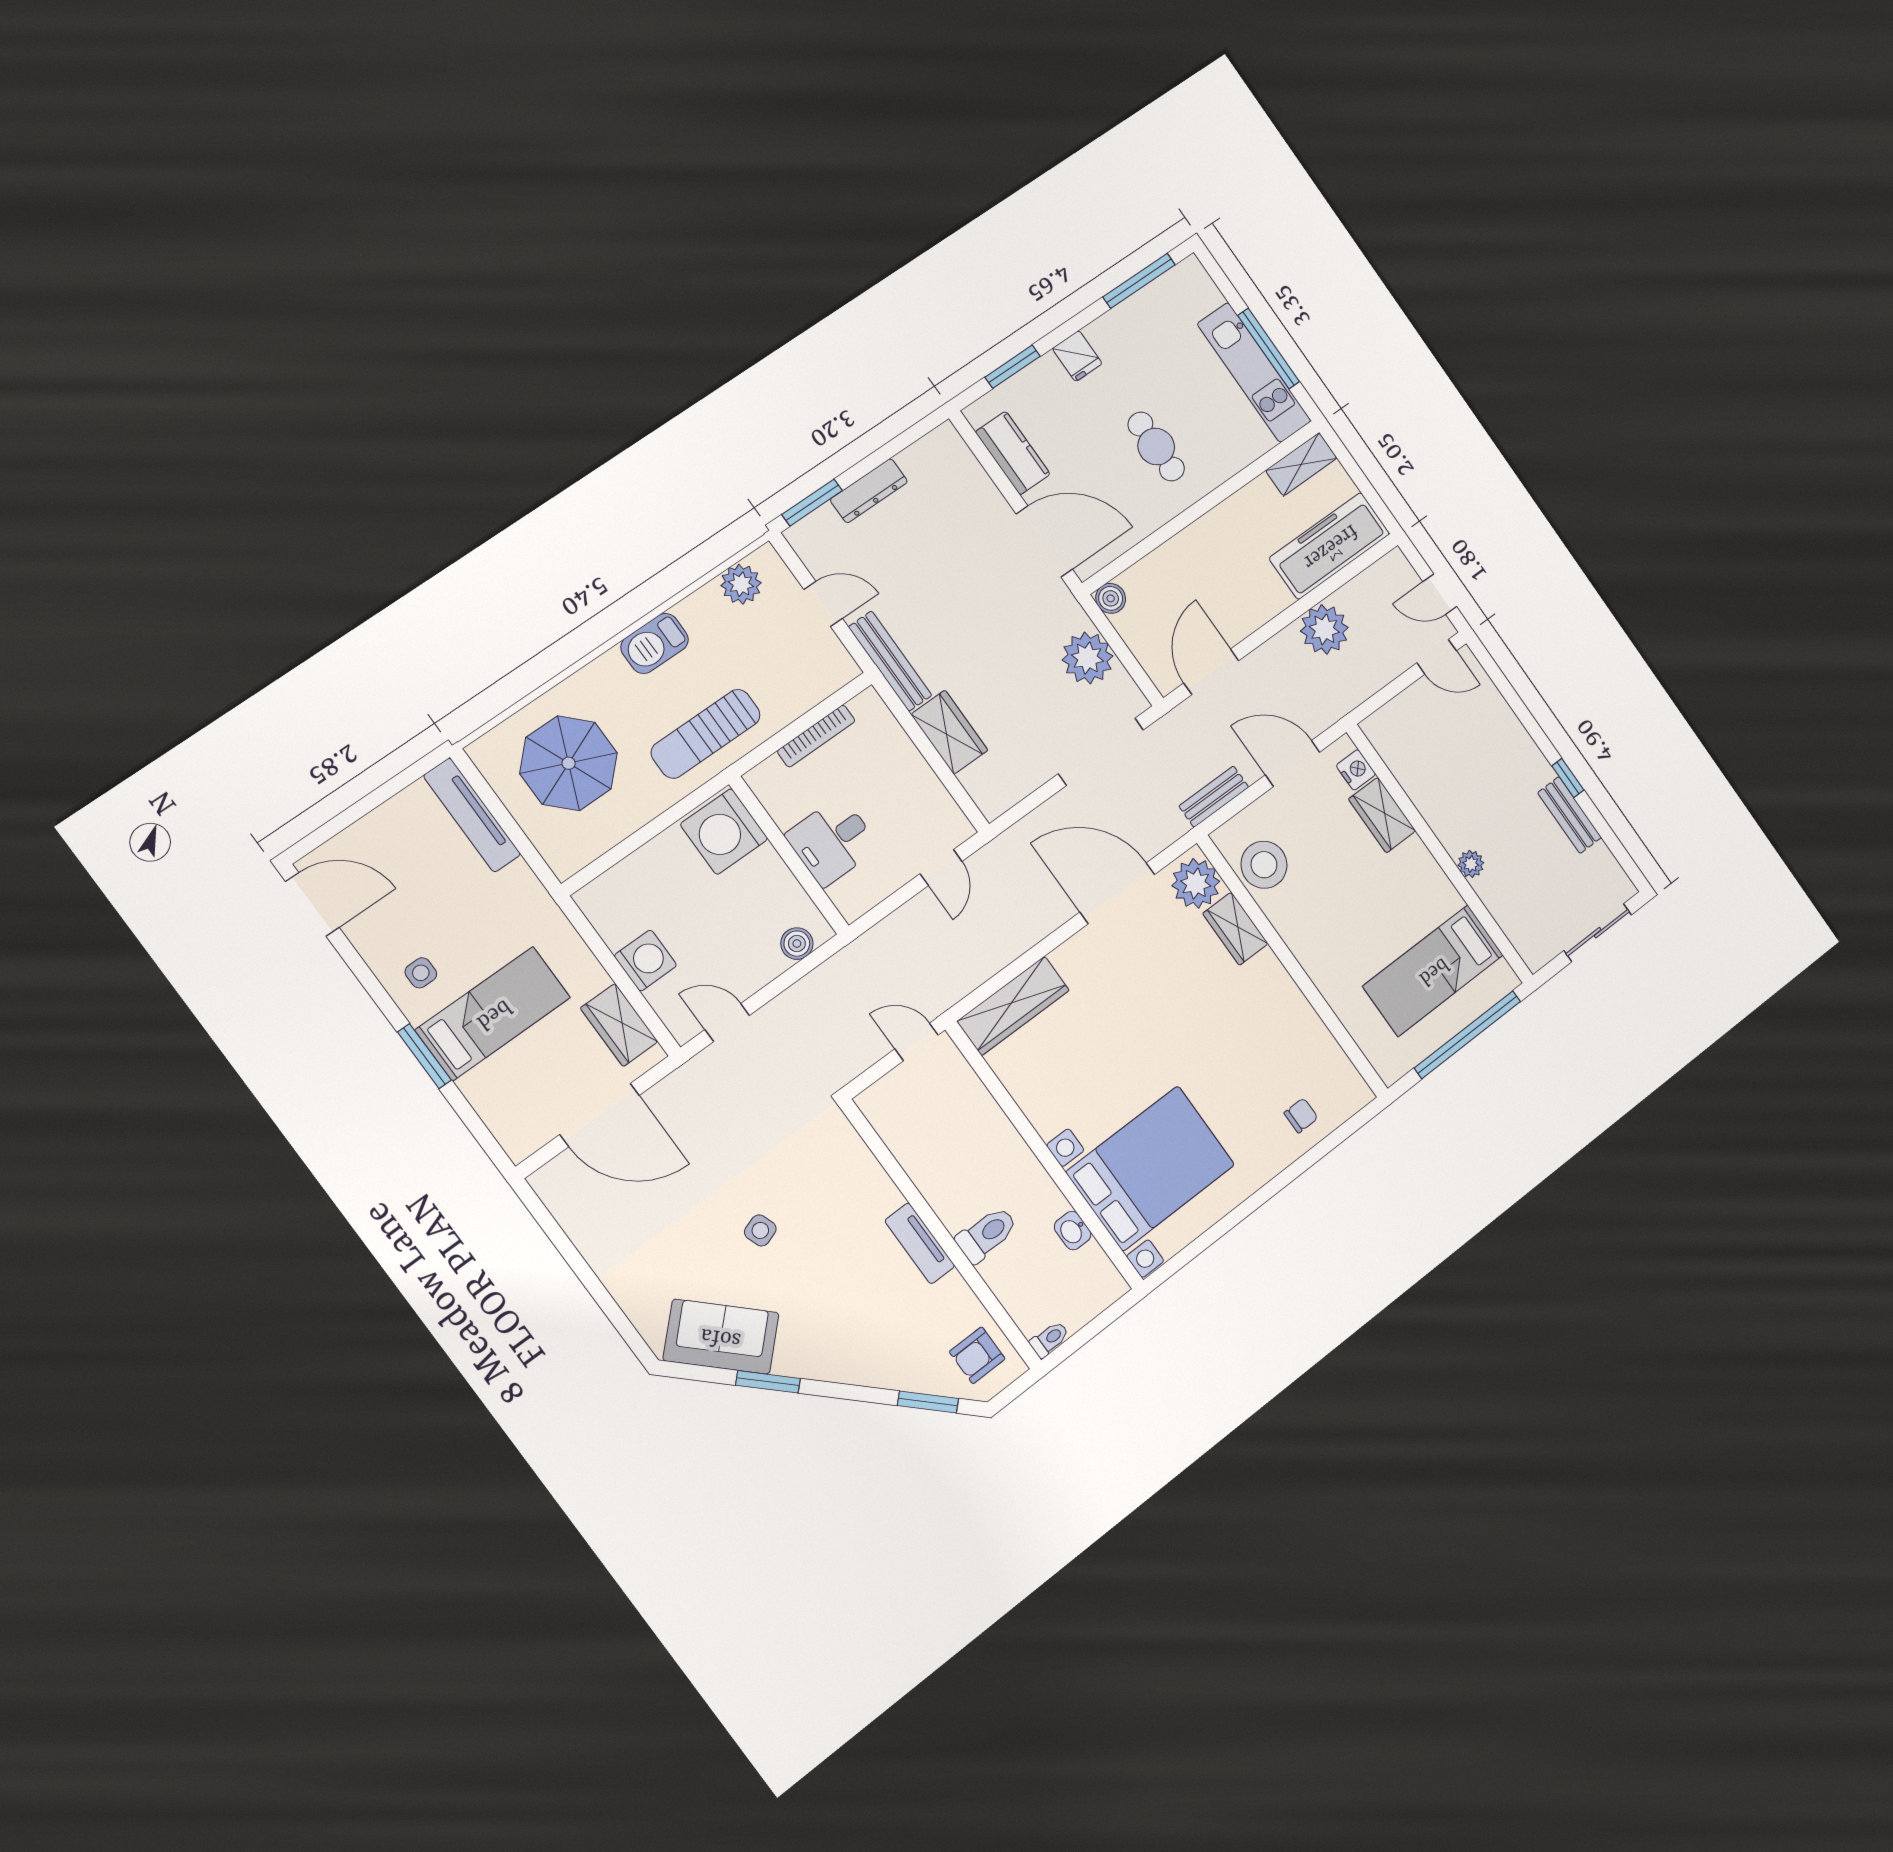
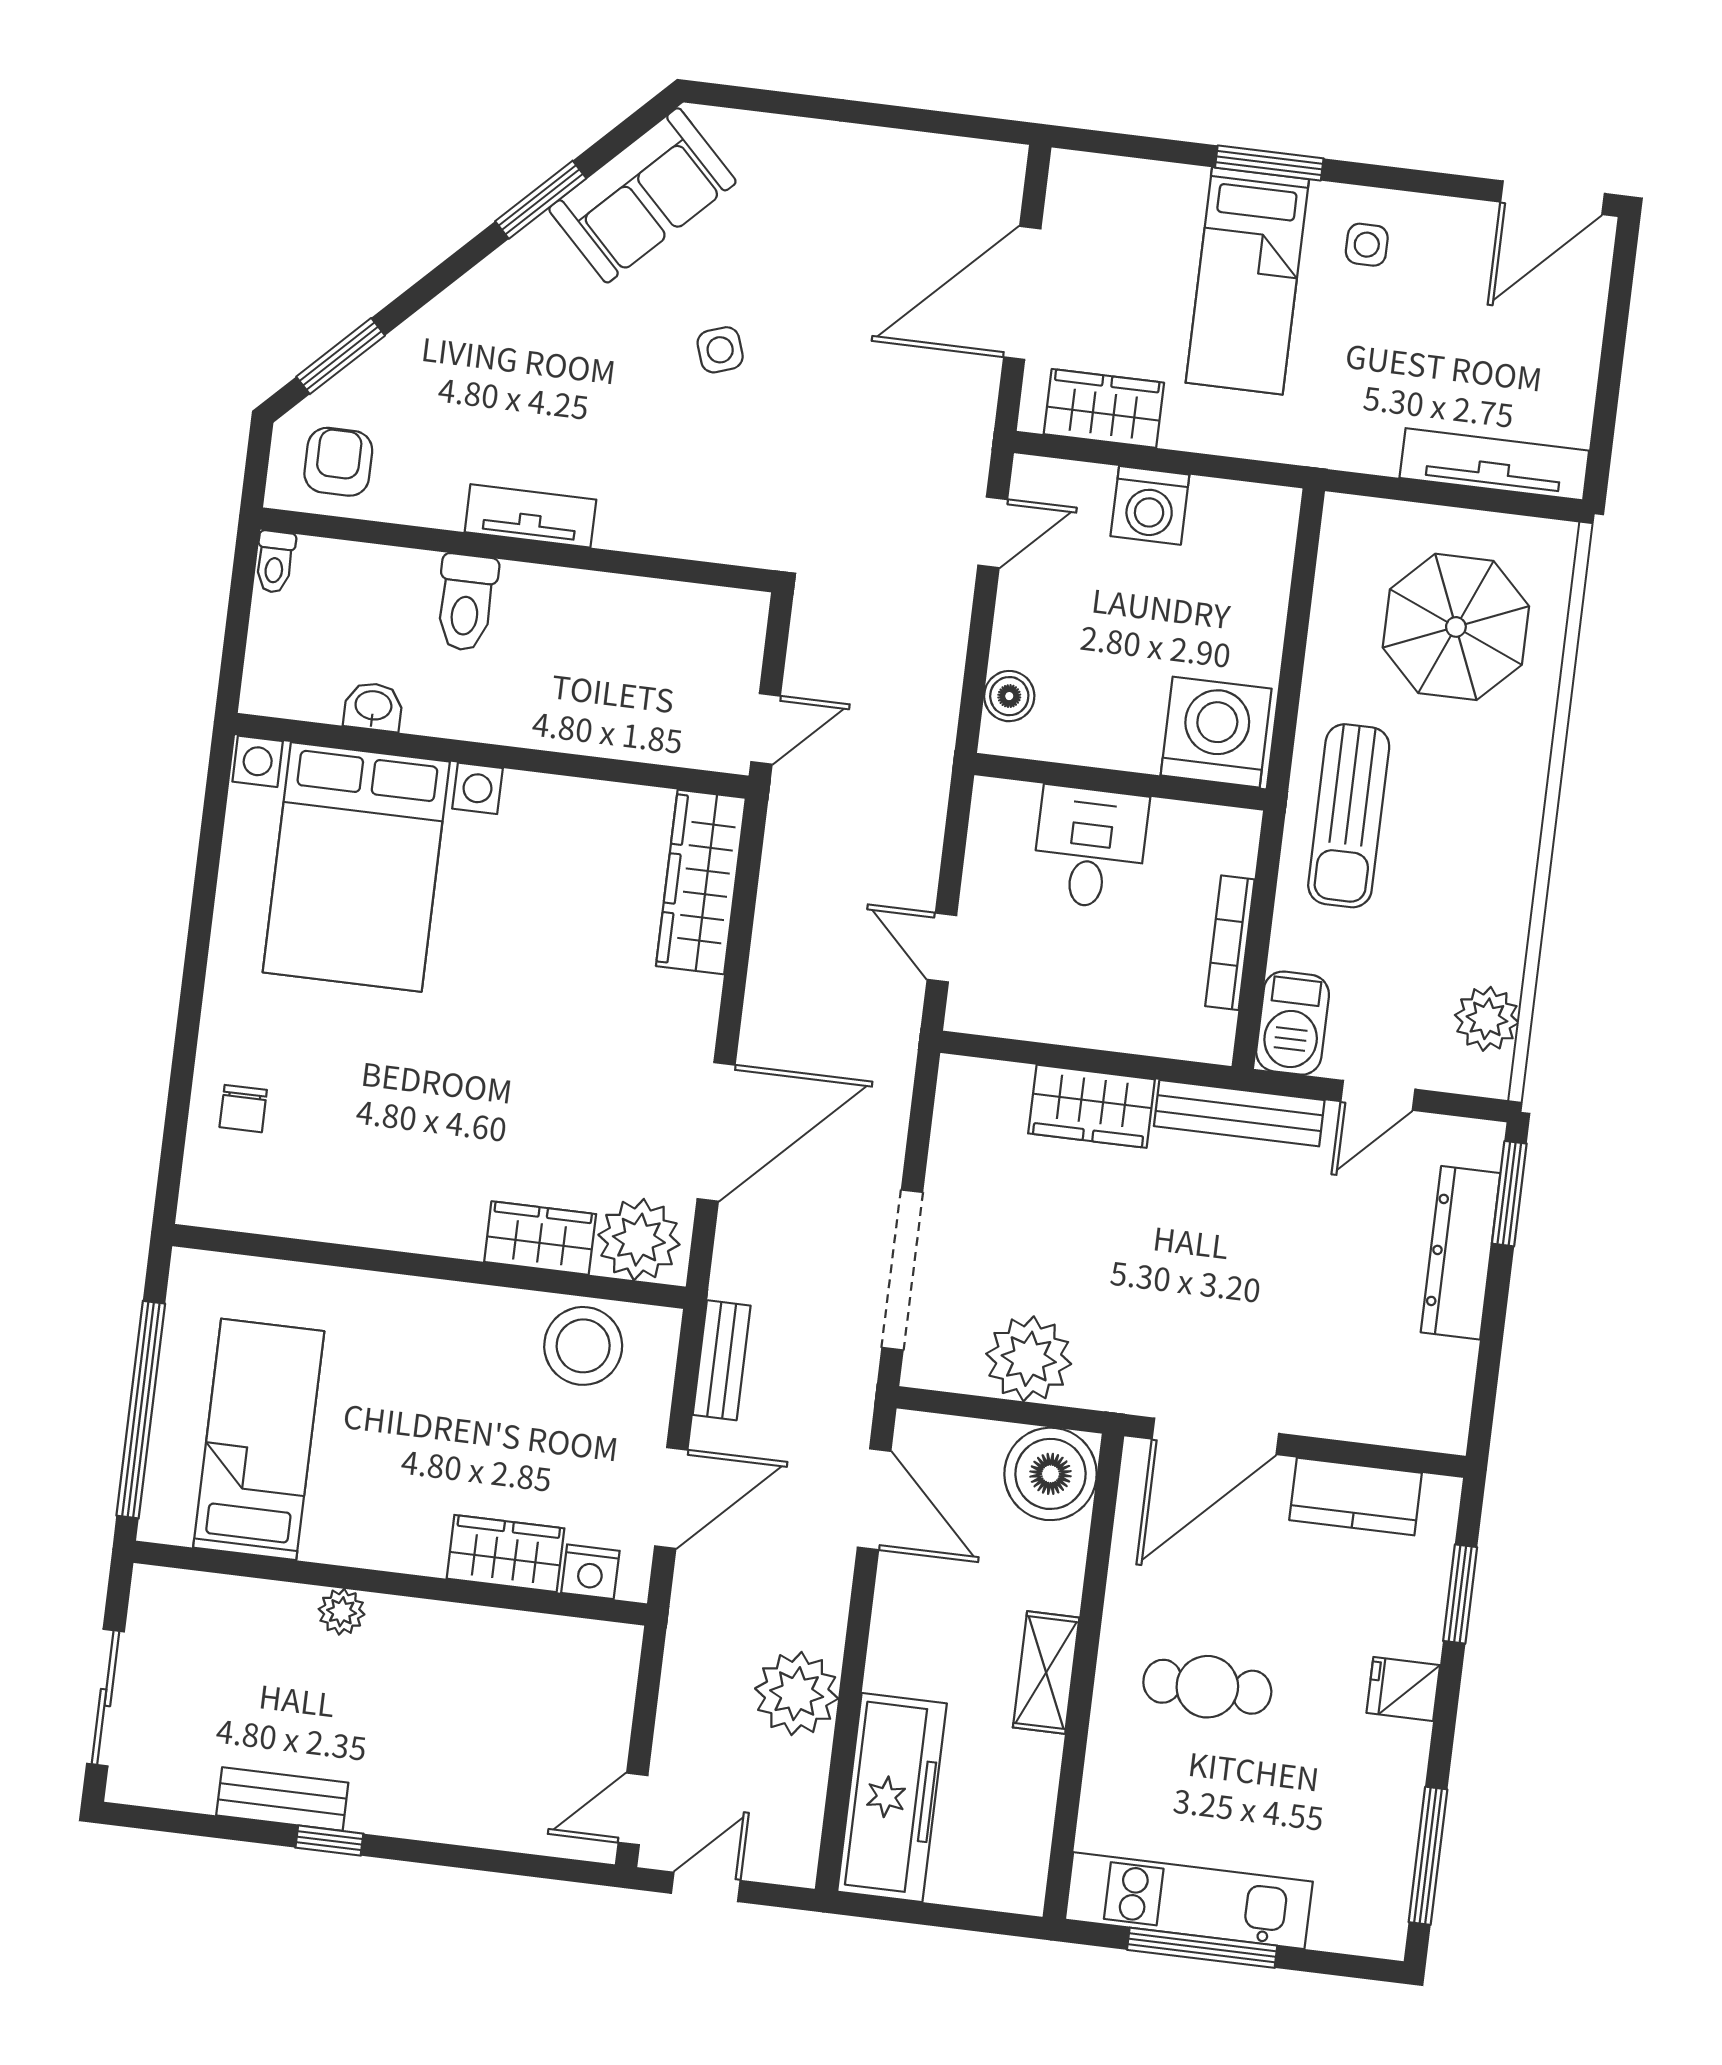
shelving: (1301, 464) -> (1046, 1673), moved
dresser: (869, 491) -> (1461, 1253), width x1.37, depth x1.24
boiler: (1111, 598) -> (1050, 1474), width x1.86, depth x1.86
barbecue: (655, 643) -> (1293, 1023), moved, turned 180
sun lounger: (706, 734) -> (1349, 816), turned 180

